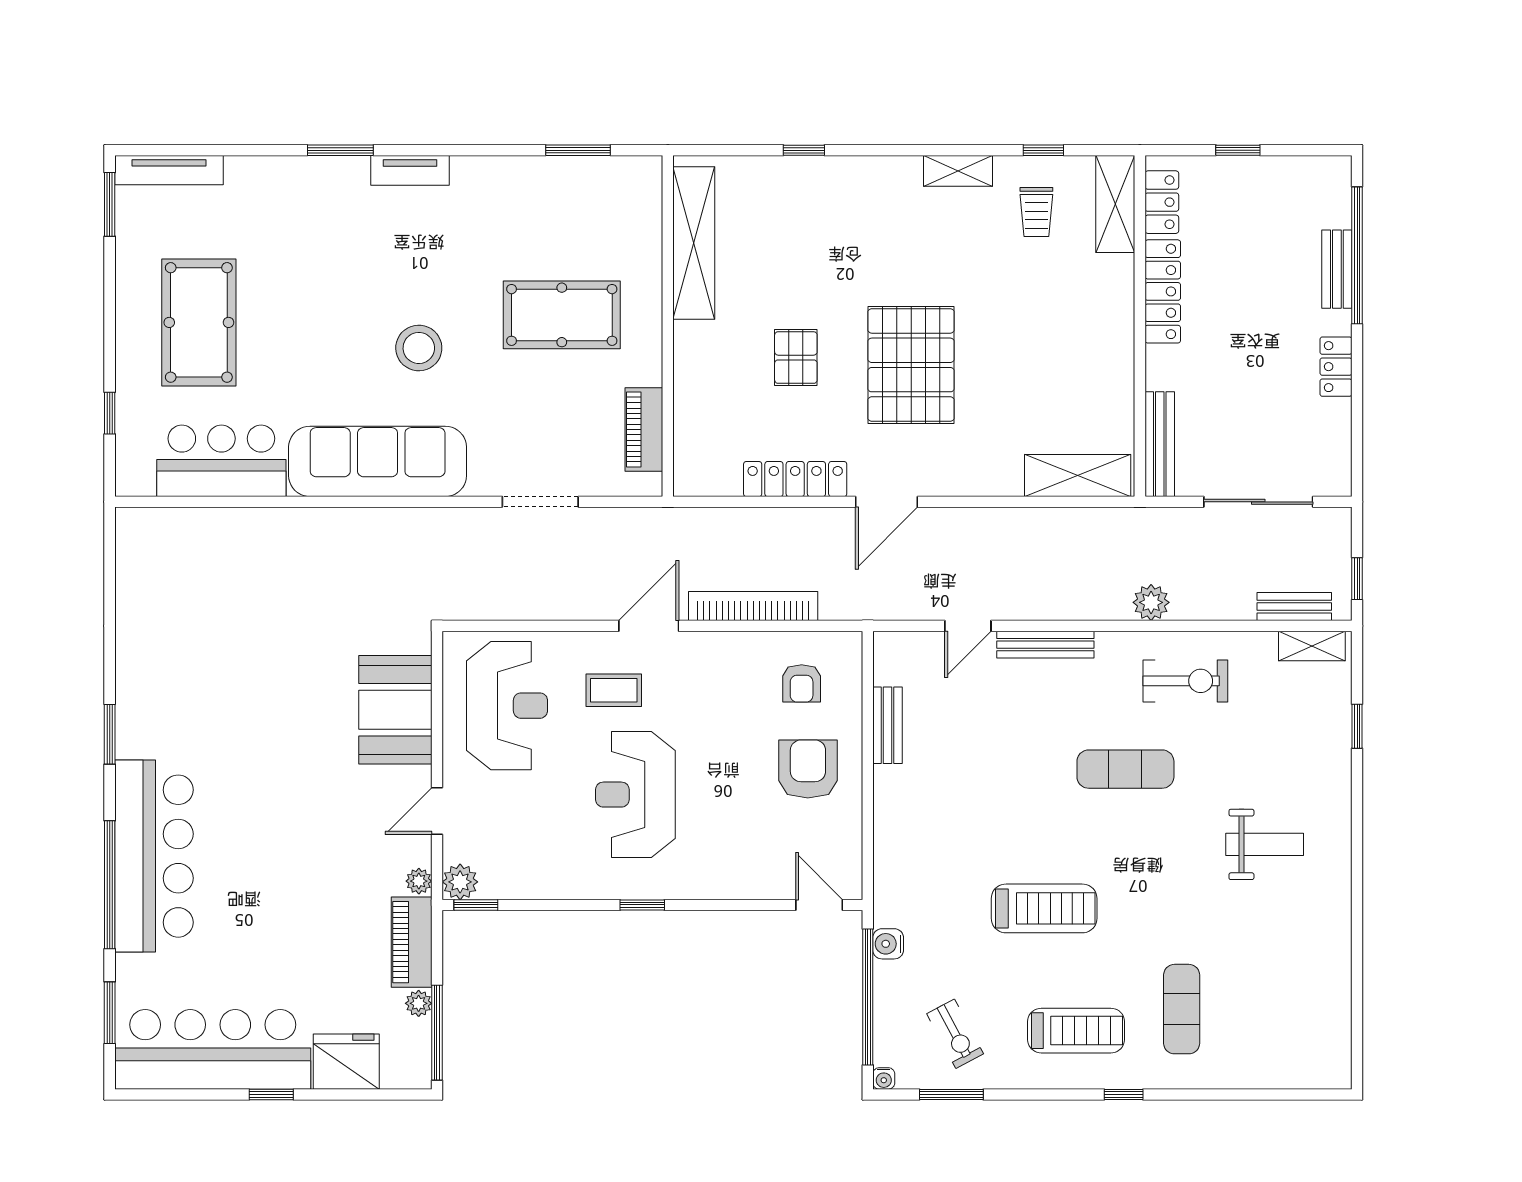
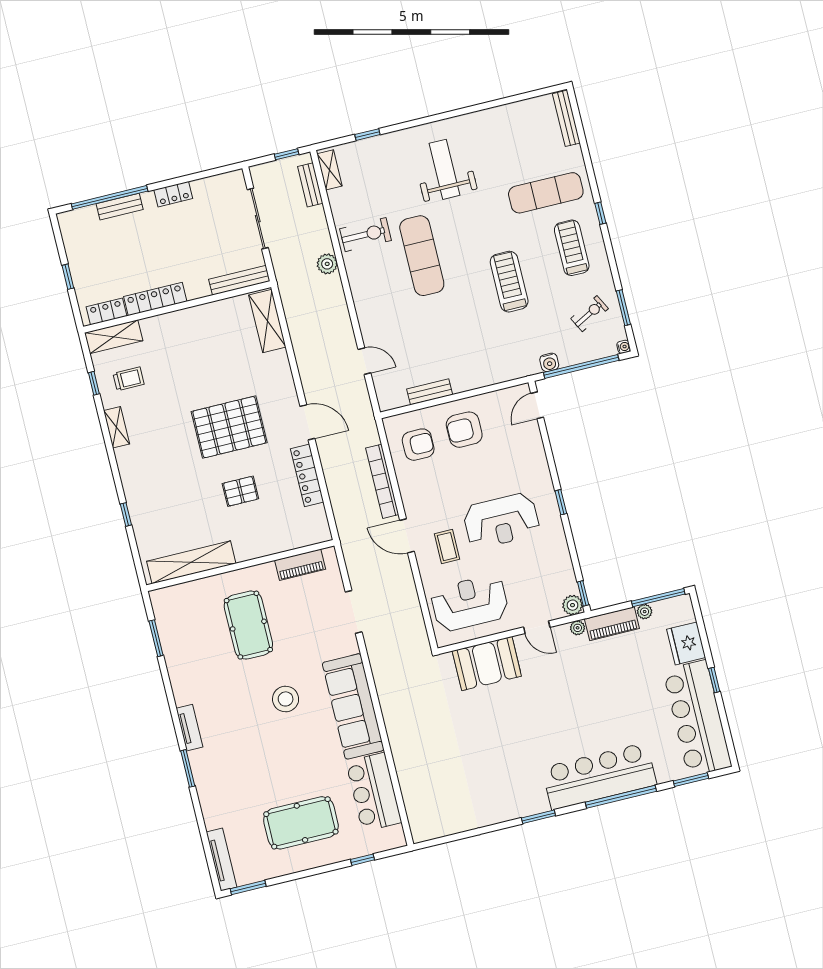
bench: (1045, 645) -> (566, 118), moved
exercise bike: (1185, 681) -> (366, 235), turned 90
armchair: (802, 683) -> (418, 445), width x1.38, depth x1.38
exercise mat: (1125, 769) -> (422, 256), width x1.36, depth x1.45
weight bench: (1265, 844) -> (445, 169), width x1.36, depth x1.33
exercise mat: (1182, 1009) -> (546, 193), width x1.36, depth x1.45

